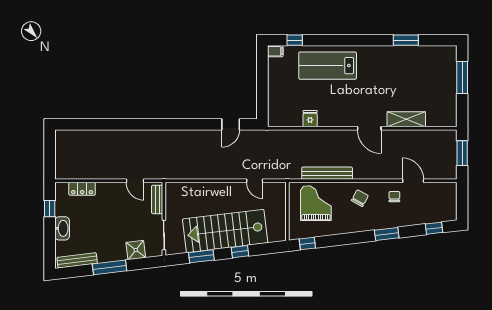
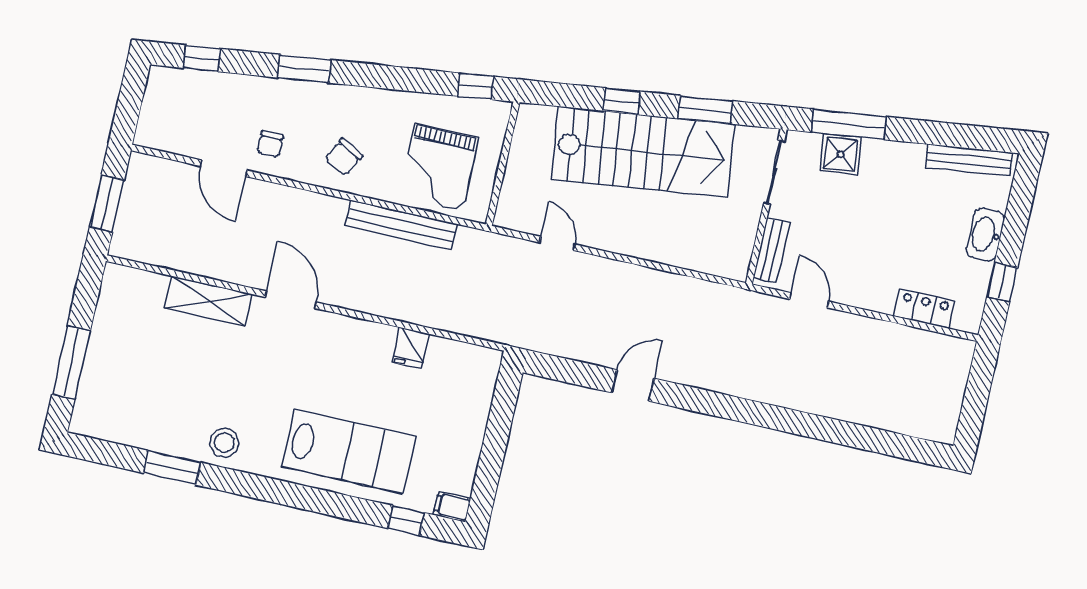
stool: (385, 57) -> (224, 443), added
door: (231, 124) -> (633, 386), moved
window: (110, 267) -> (849, 124), moved

